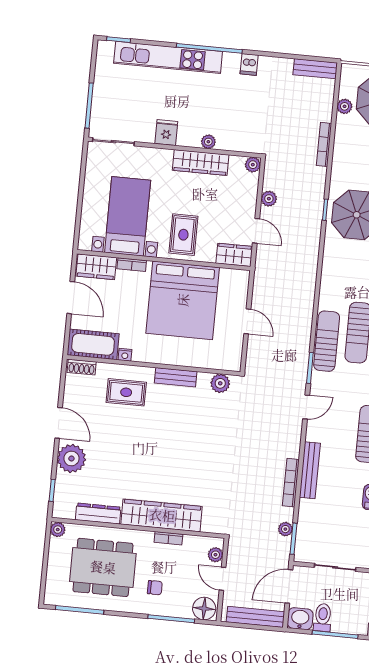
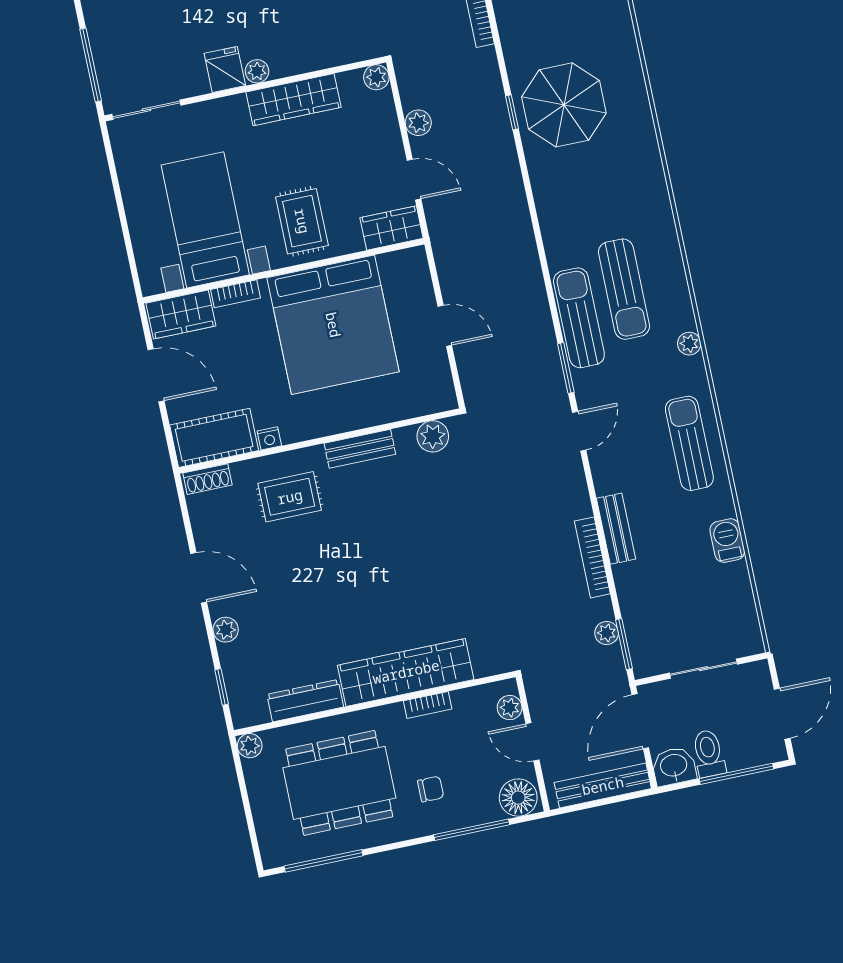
plant: (208, 142) -> (257, 71), moved
plant: (71, 458) -> (226, 630), width x0.53, depth x0.53
bench: (310, 470) -> (616, 529), width x0.73

